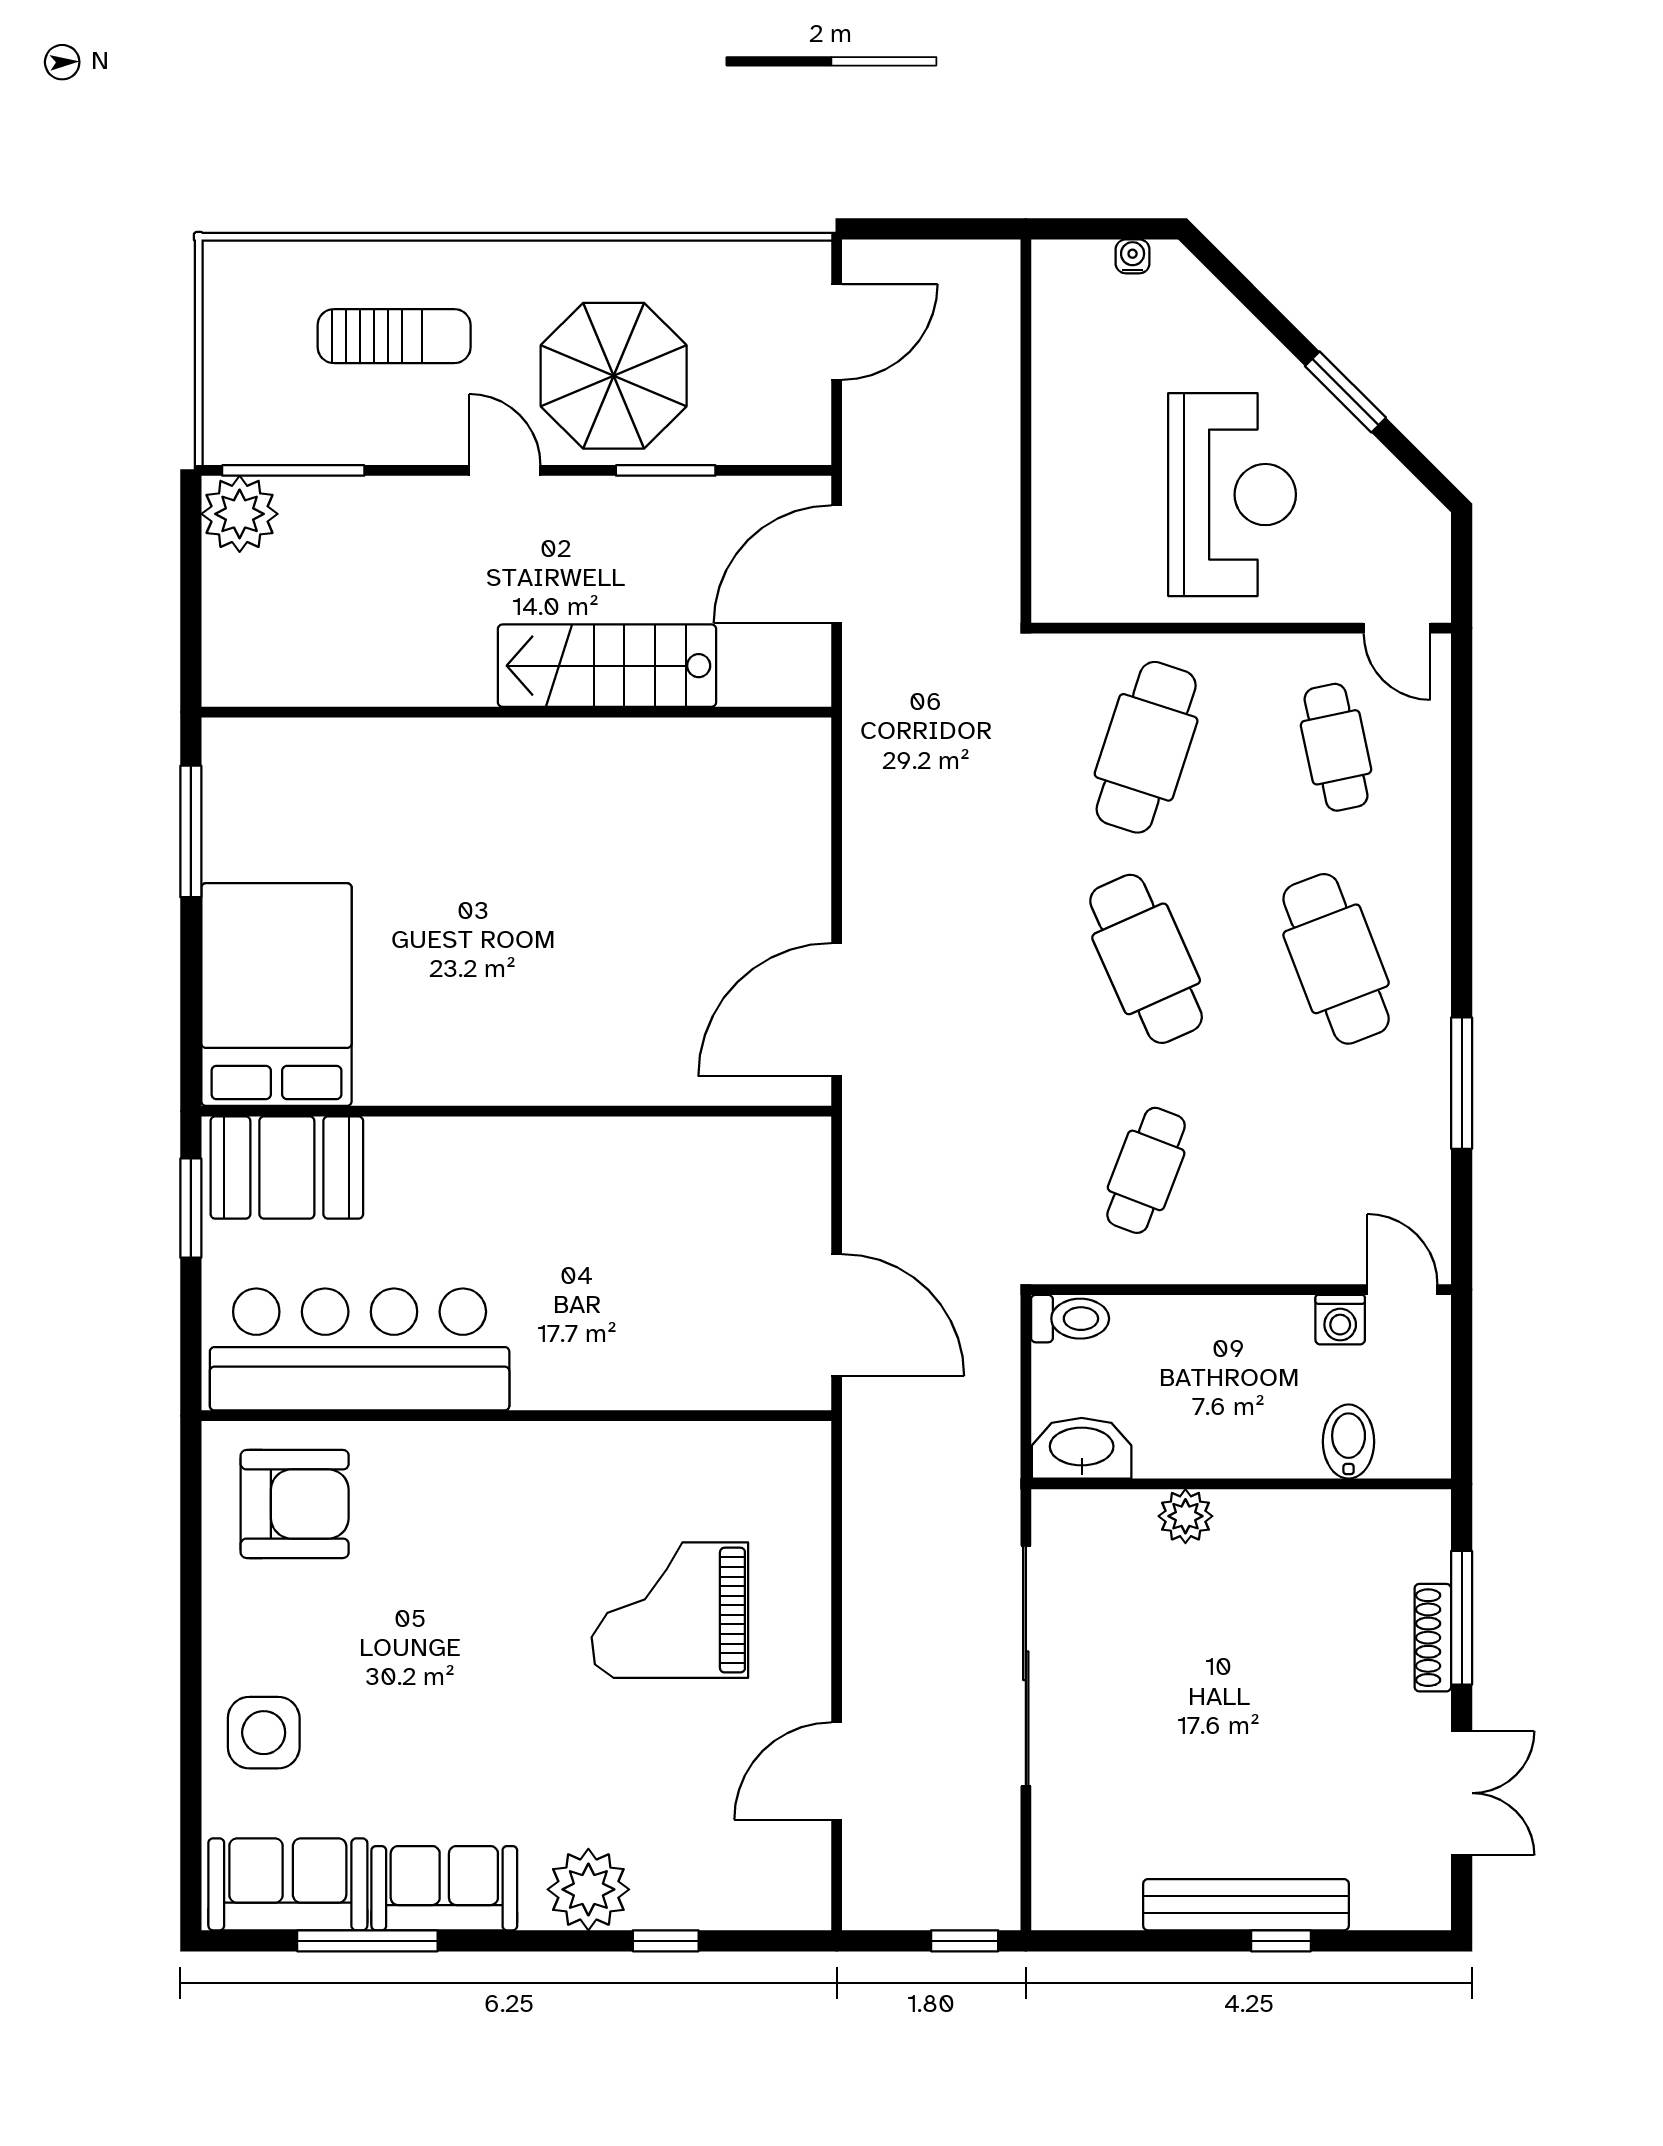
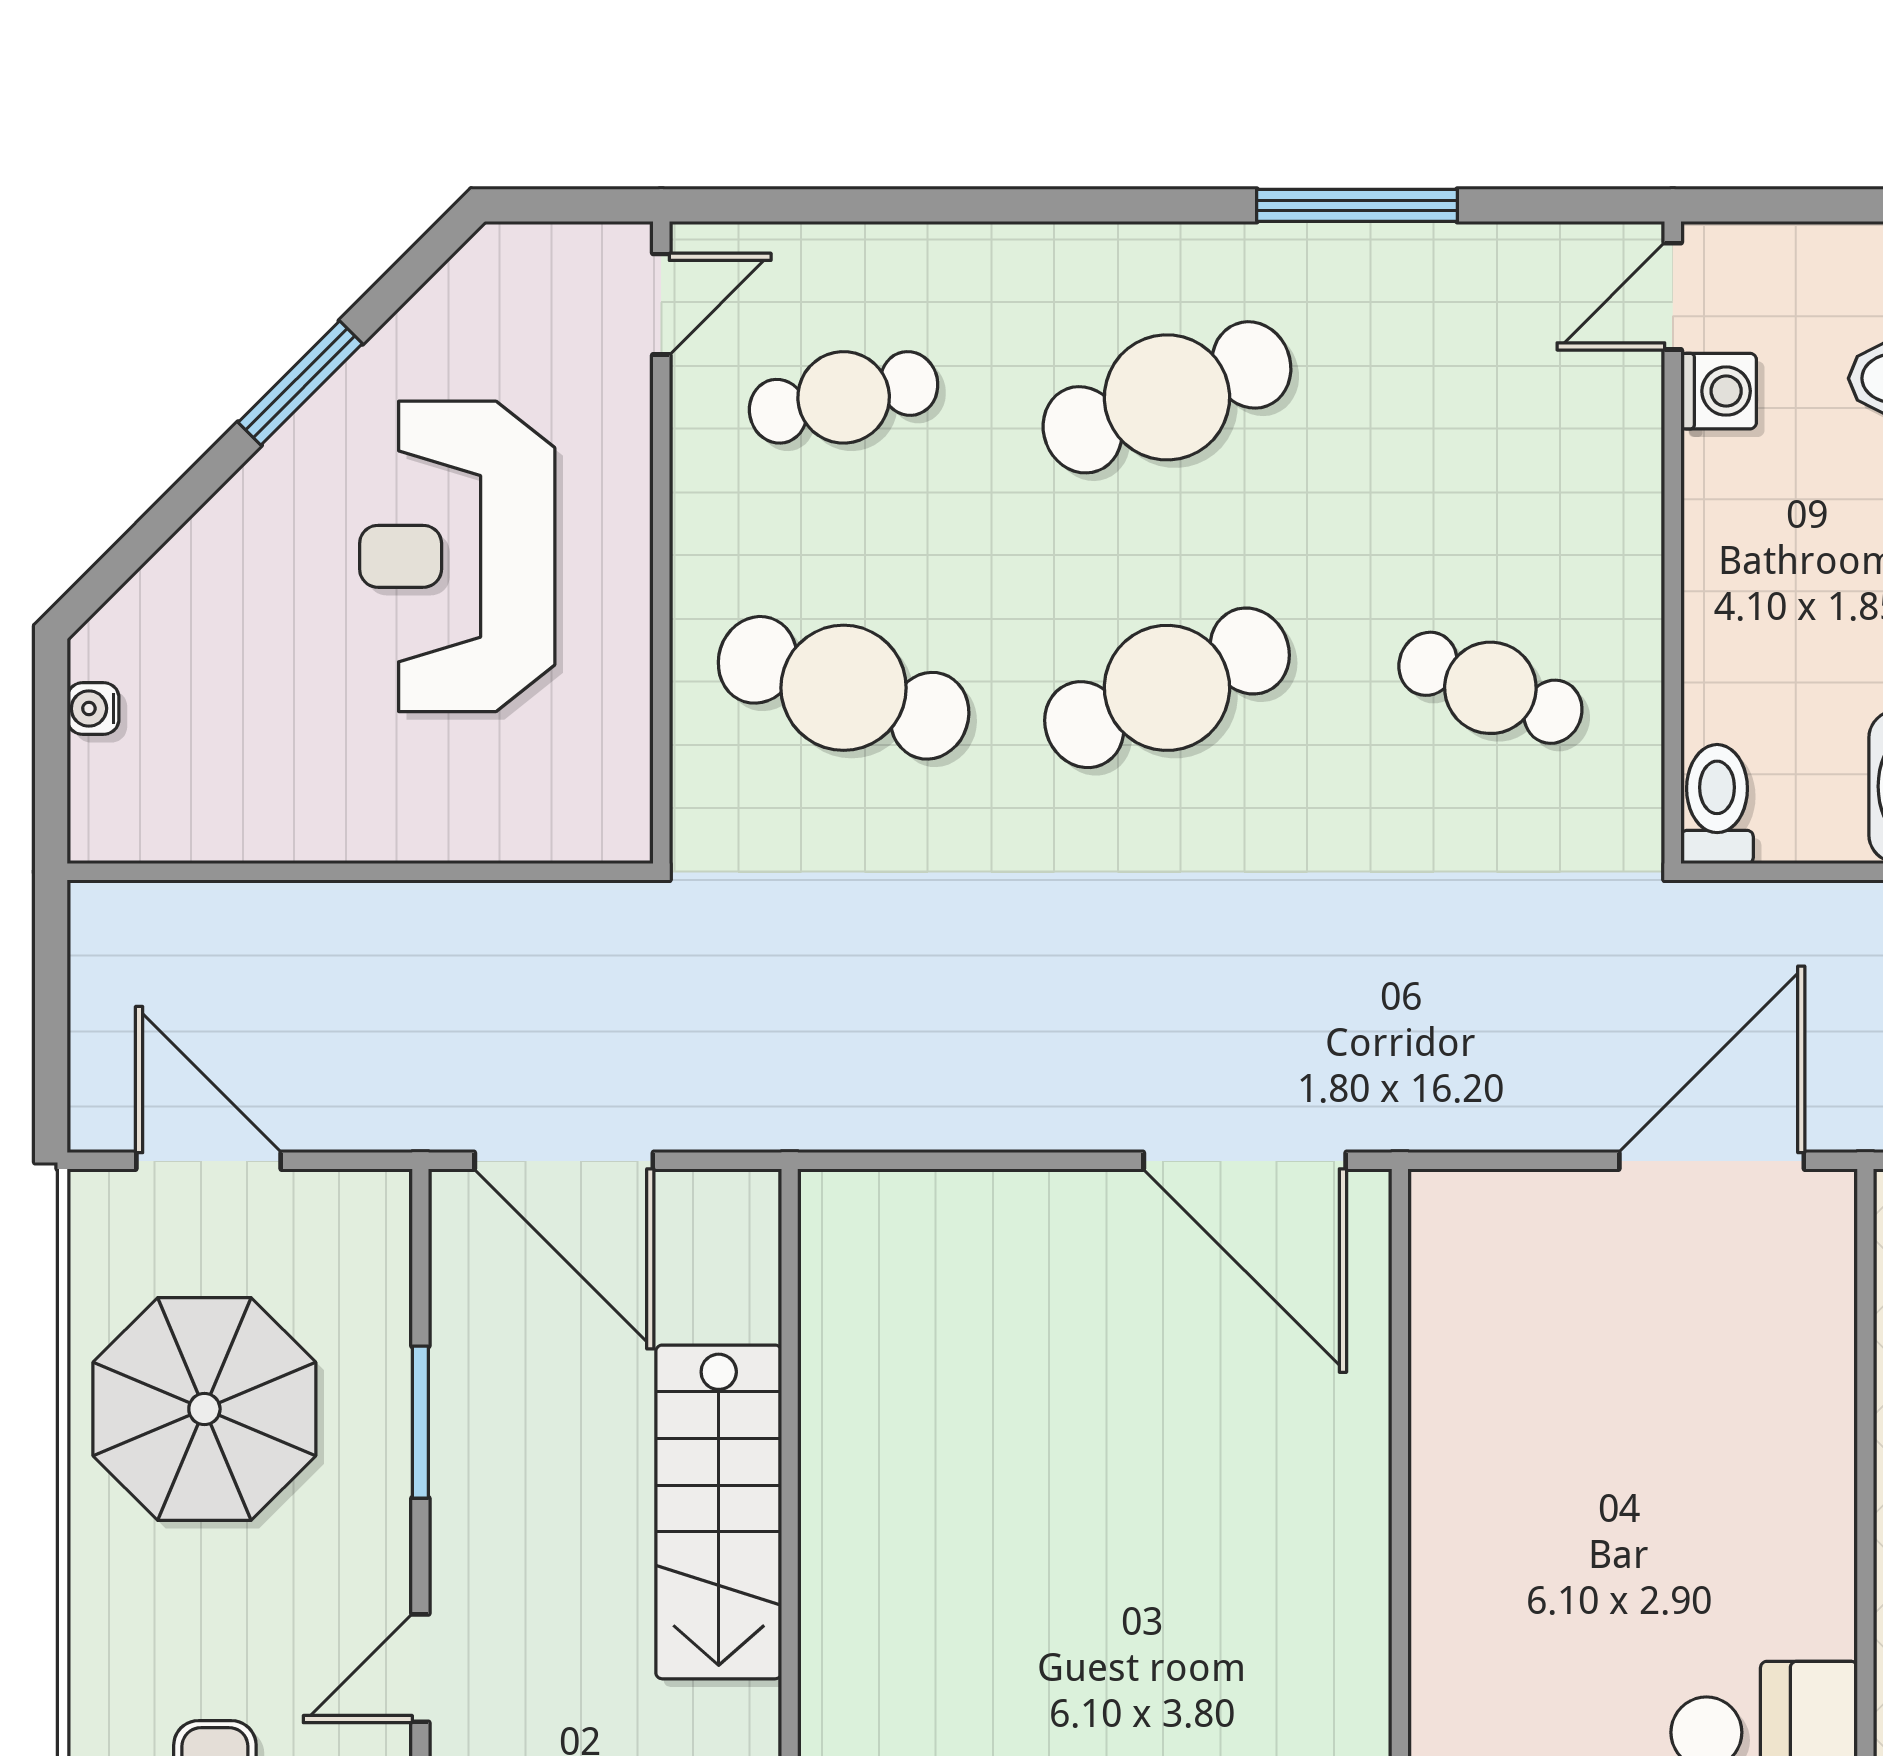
parasol: (614, 376) -> (204, 1409), moved
reception desk: (1232, 495) -> (457, 556), turned -90

